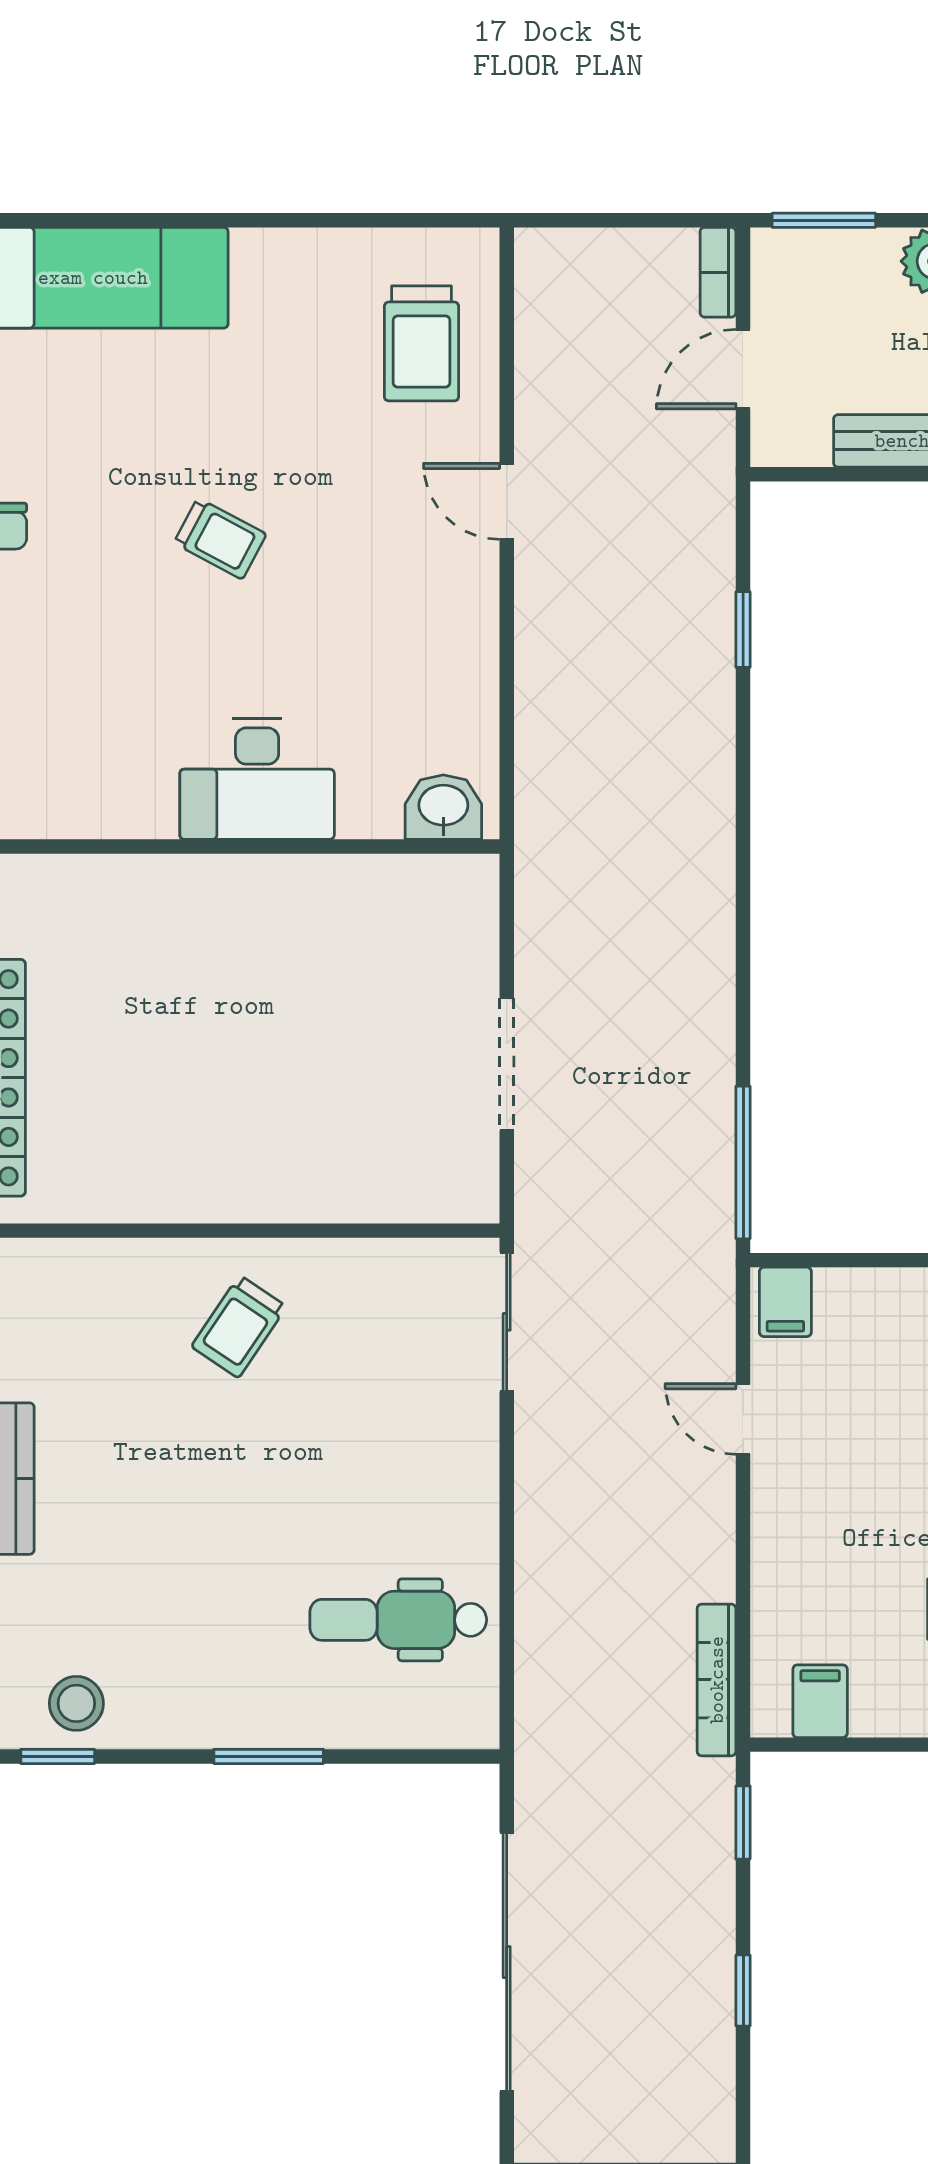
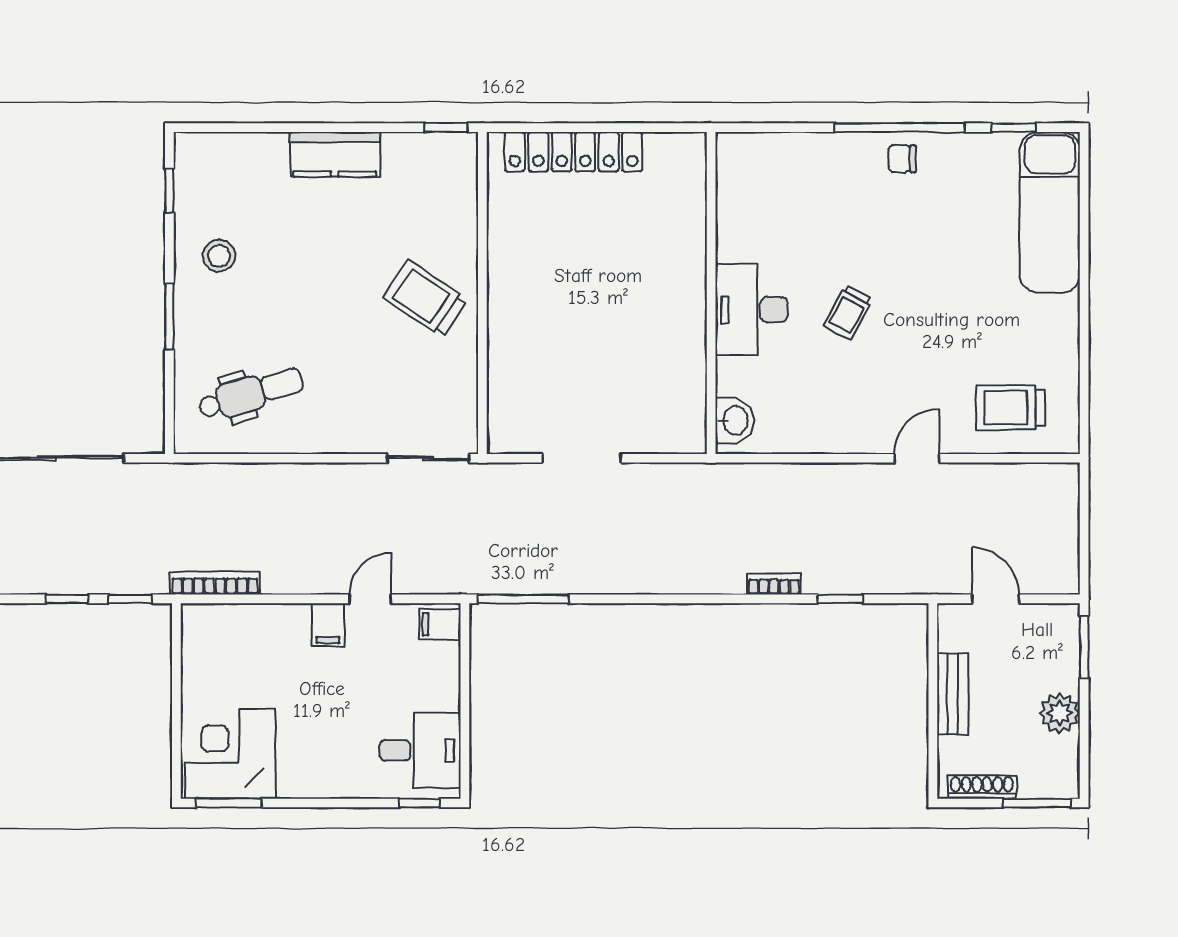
bookcase: (718, 272) -> (774, 584), moved
trolley: (220, 539) -> (848, 312), moved
trolley: (239, 1327) -> (425, 299), width x1.36, depth x1.39
dental chair: (398, 1620) -> (251, 394), turned 73
filing cabinet: (820, 1701) -> (328, 625), moved, turned 90
stool: (76, 1703) -> (219, 256), moved
window: (743, 1991) -> (67, 599), moved

